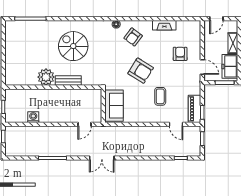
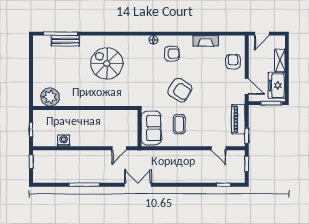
armchair: (133, 37) -> (172, 54), turned -127
armchair: (180, 54) -> (233, 62), moved
plant: (46, 77) -> (50, 97), moved
bench: (68, 80) -> (65, 41), moved
coffee table: (160, 96) -> (179, 124), moved
piano: (194, 109) -> (238, 119), moved
double door: (102, 158) -> (138, 185), swing flipped

